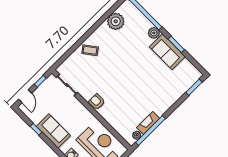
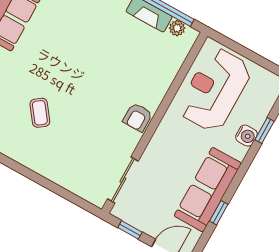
coffee table: (90, 50) -> (40, 113), moved
sofa: (53, 131) -> (208, 190), width x1.36

